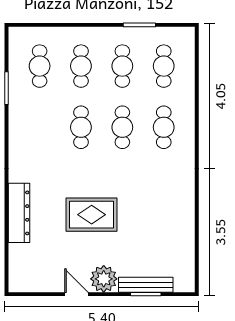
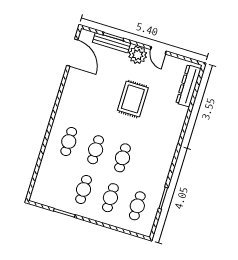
cafe table: (164, 66) -> (57, 181), removed
dresser: (19, 213) -> (188, 86), moved
rug: (92, 215) -> (133, 99), turned 90
door: (197, 254) -> (72, 53), added

